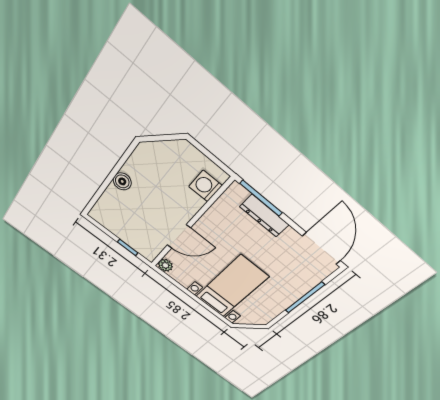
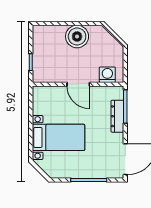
boiler: (122, 181) -> (77, 36), width x1.86, depth x1.86
door: (179, 236) -> (78, 84), moved
plant: (165, 265) -> (38, 91), removed

